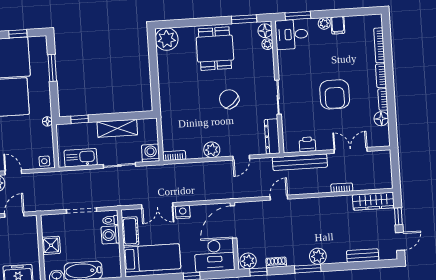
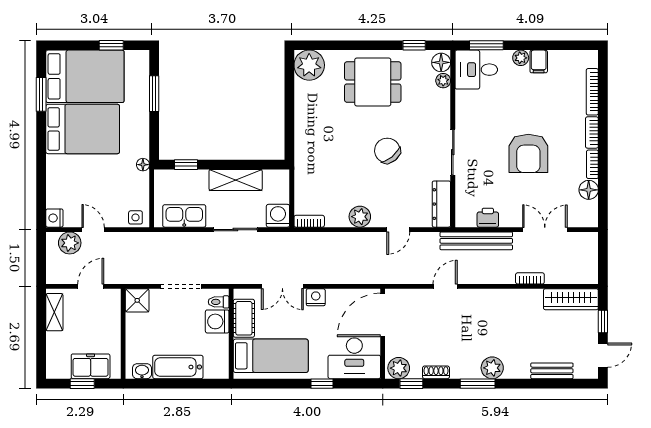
window: (244, 19) -> (414, 45), width x0.67
dining table: (215, 49) -> (373, 82), turned 90
shower: (51, 245) -> (137, 300), moved

